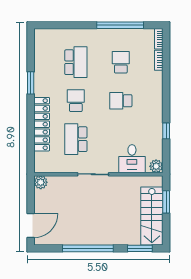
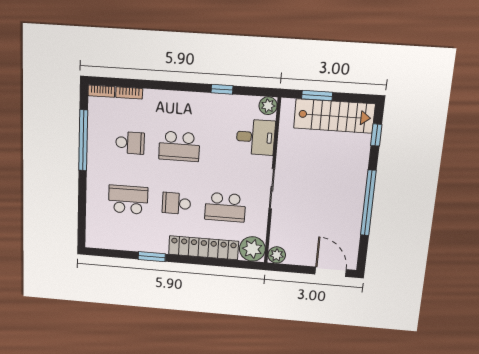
school desk: (121, 62) -> (130, 143), turned 180
school desk: (121, 101) -> (179, 146), width x1.85
plant: (44, 163) -> (252, 249), added
window: (140, 248) -> (376, 135), width x0.67

